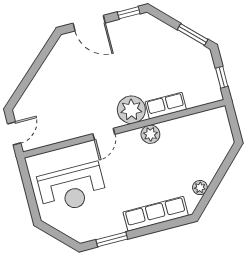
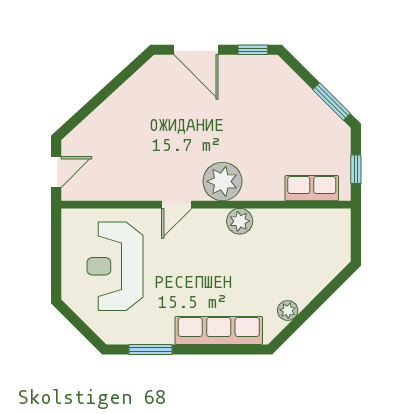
row of seats: (166, 106) -> (312, 188), moved
reception desk: (72, 188) -> (115, 266), turned 90

